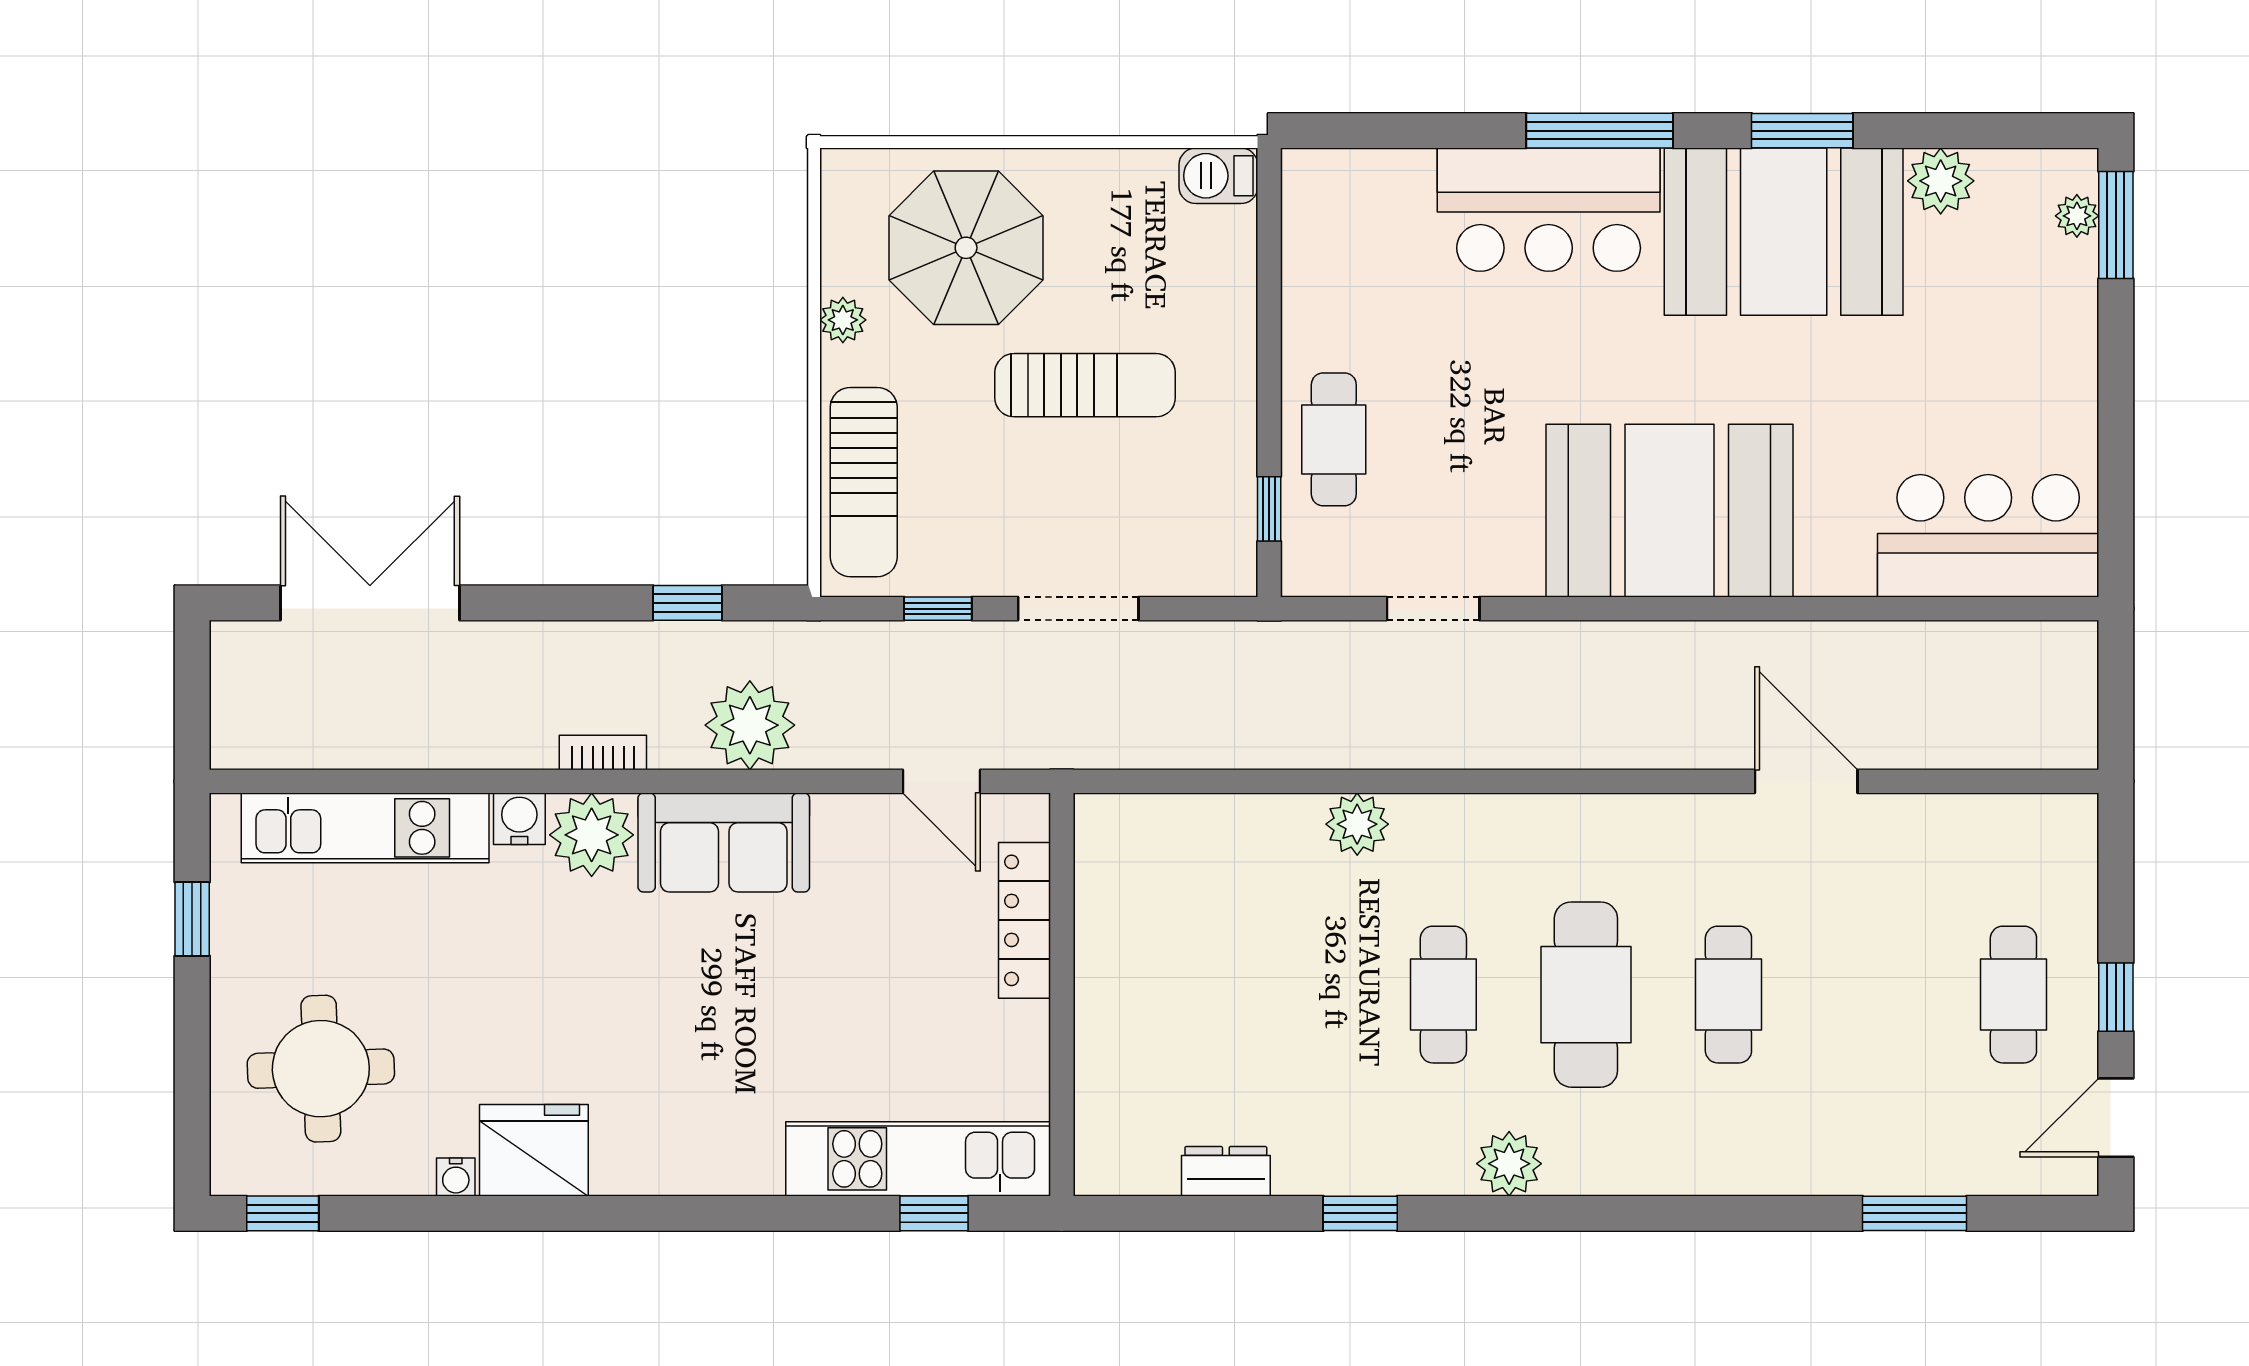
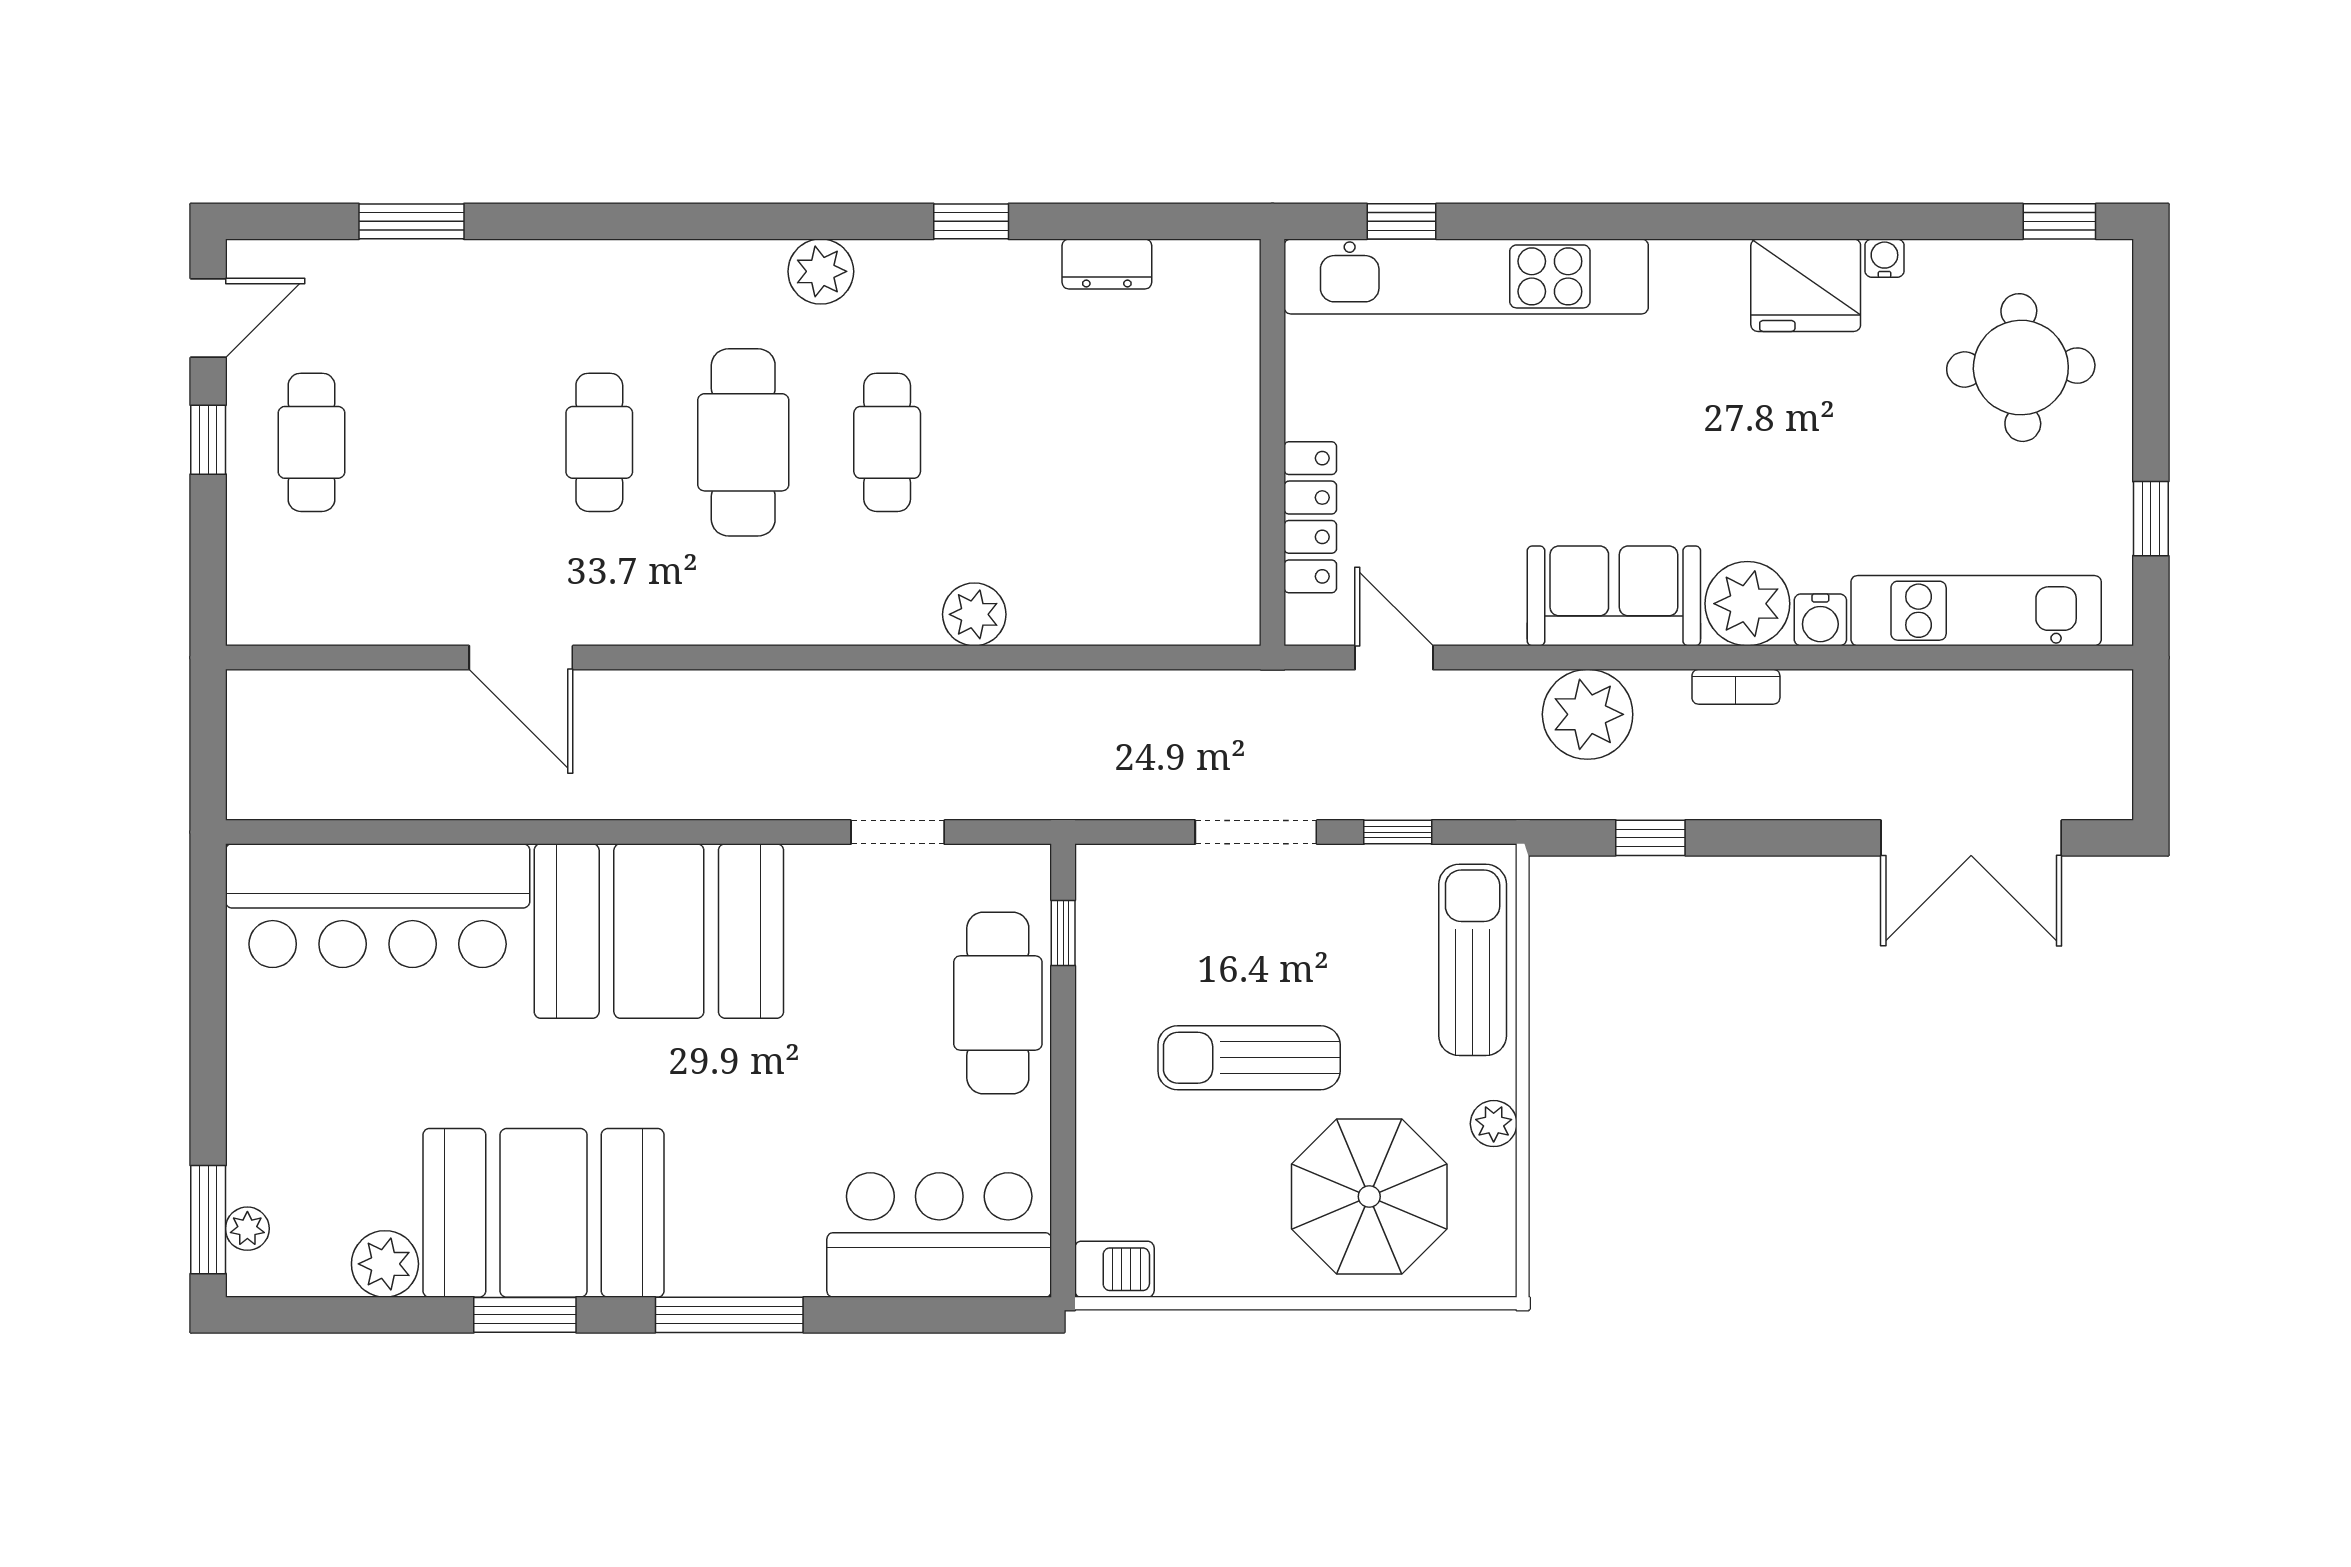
bar counter: (1549, 210) -> (939, 1235), moved
cafe table: (1334, 439) -> (998, 1003), width x1.37, depth x1.35
bar counter: (1988, 536) -> (378, 906), width x1.36
kitchen unit: (918, 1159) -> (1466, 276), width x1.36

